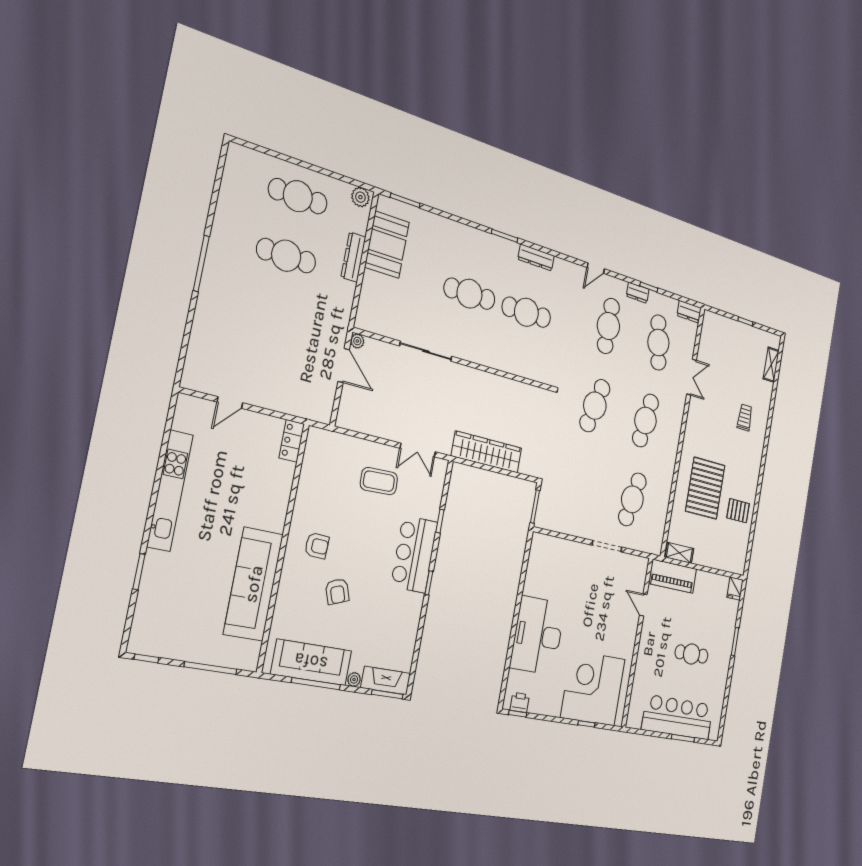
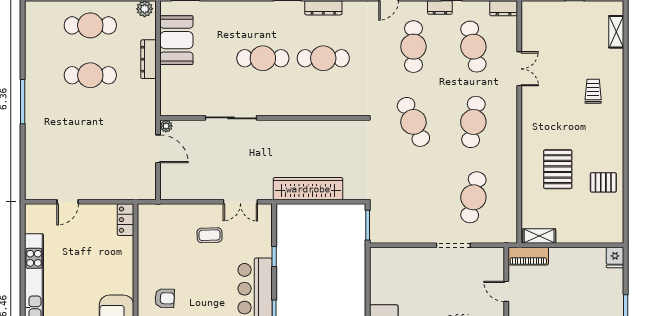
cafe table: (595, 406) -> (413, 122), turned -39
coffee table: (379, 481) -> (210, 235), width x0.73, depth x0.77
pallet: (705, 488) -> (558, 169), width x0.73, depth x0.71
piano: (673, 576) -> (528, 256), width x0.73, depth x0.75

